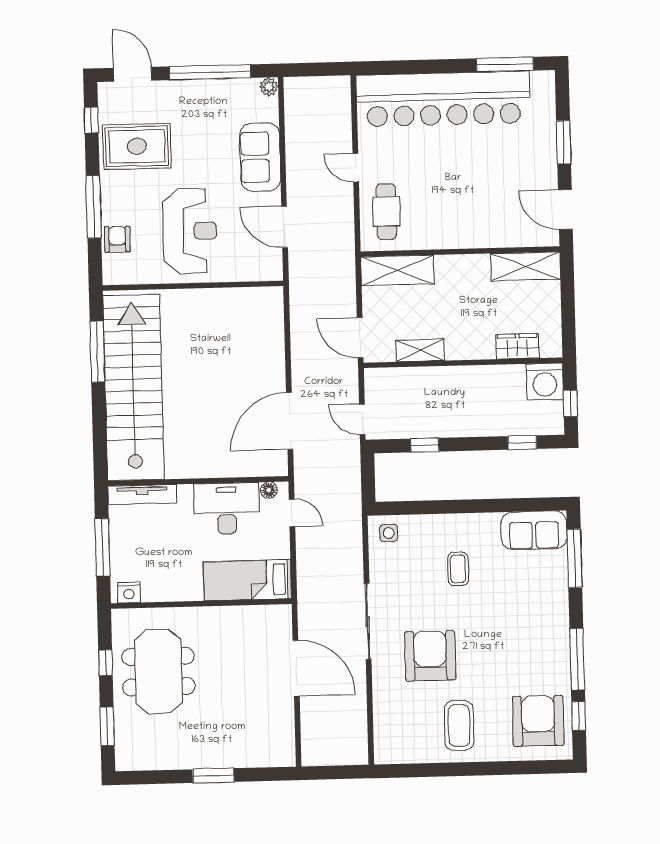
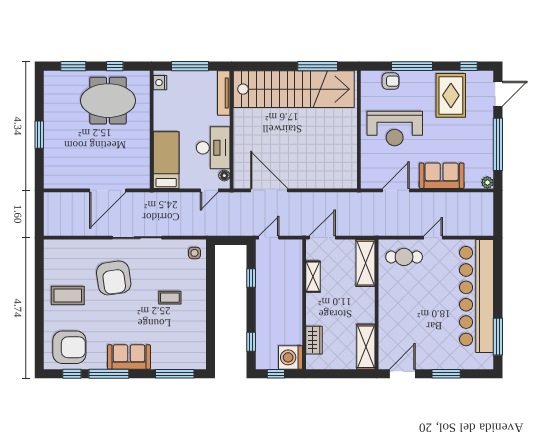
sofa: (534, 530) -> (129, 357), moved, turned 90
armchair: (430, 656) -> (114, 278), turned 82

